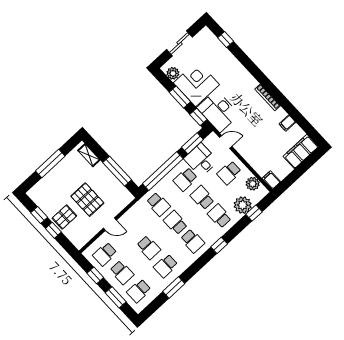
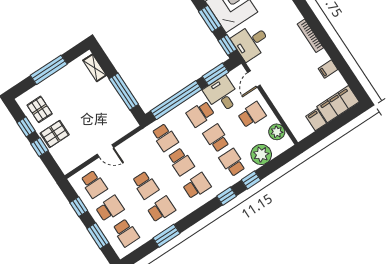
desk: (218, 111) -> (251, 42), width x0.73
door: (226, 142) -> (254, 79), swing flipped
school desk: (229, 173) -> (252, 115), turned 180
filing cabinet: (271, 180) -> (316, 120), moved
pallet: (87, 200) -> (40, 109), moved, width x0.67, depth x0.71
window: (254, 213) -> (251, 180), moved
school desk: (175, 223) -> (181, 162), turned 180
school desk: (192, 241) -> (197, 186), turned -90
school desk: (105, 254) -> (94, 184), turned -90
school desk: (166, 266) -> (161, 209), turned 180
school desk: (122, 272) -> (110, 209), turned -90
school desk: (139, 291) -> (126, 233), turned -90

